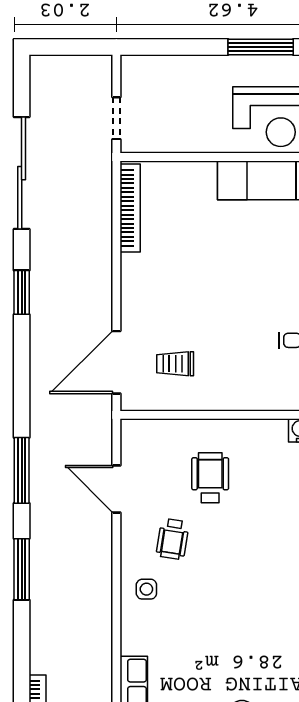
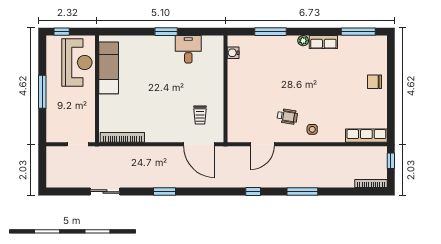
window: (261, 47) -> (42, 92), moved
sliding door: (22, 173) -> (105, 192), width x0.54
window: (22, 470) -> (253, 192), width x0.46
wheelchair: (210, 478) -> (257, 98), removed

